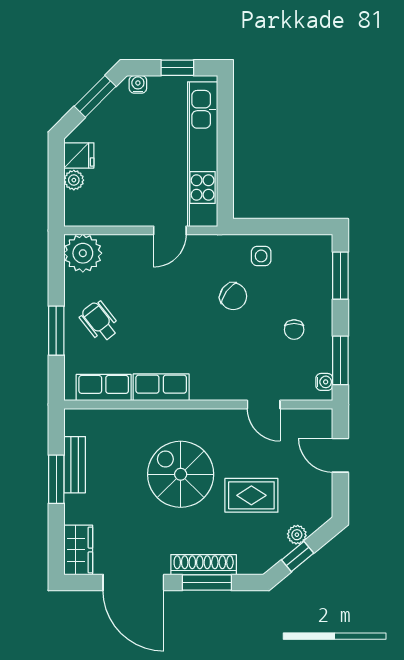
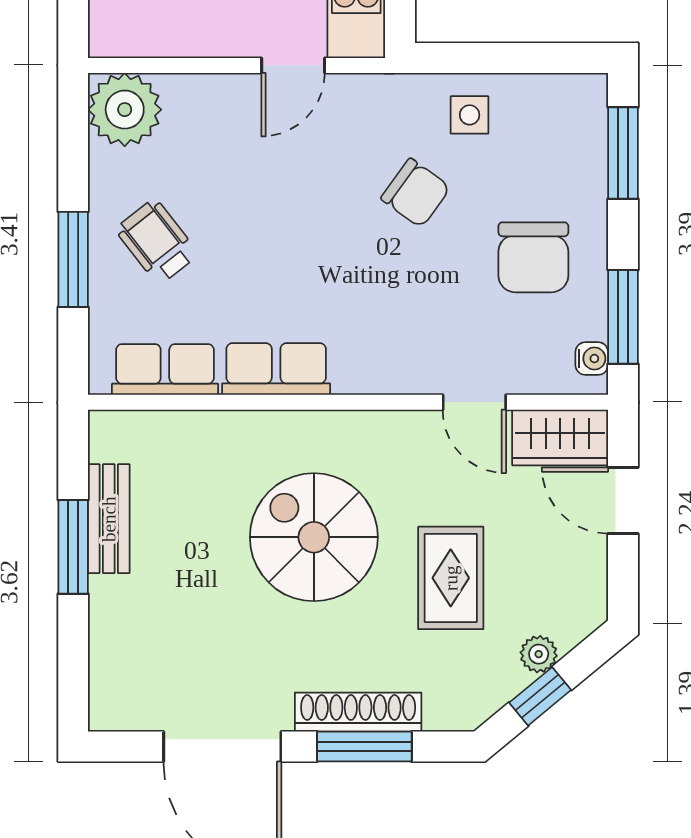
chair: (294, 330) -> (533, 257), width x1.87, depth x1.87
rug: (251, 495) -> (451, 578), turned 90
wardrobe: (78, 550) -> (560, 438), moved, turned 90

